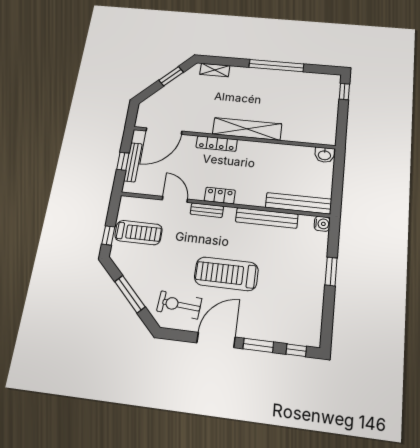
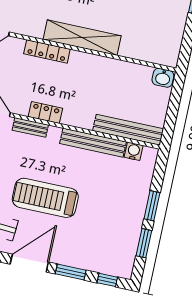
water cooler: (322, 224) -> (134, 151), moved, turned -90
window: (328, 309) -> (144, 243), added

